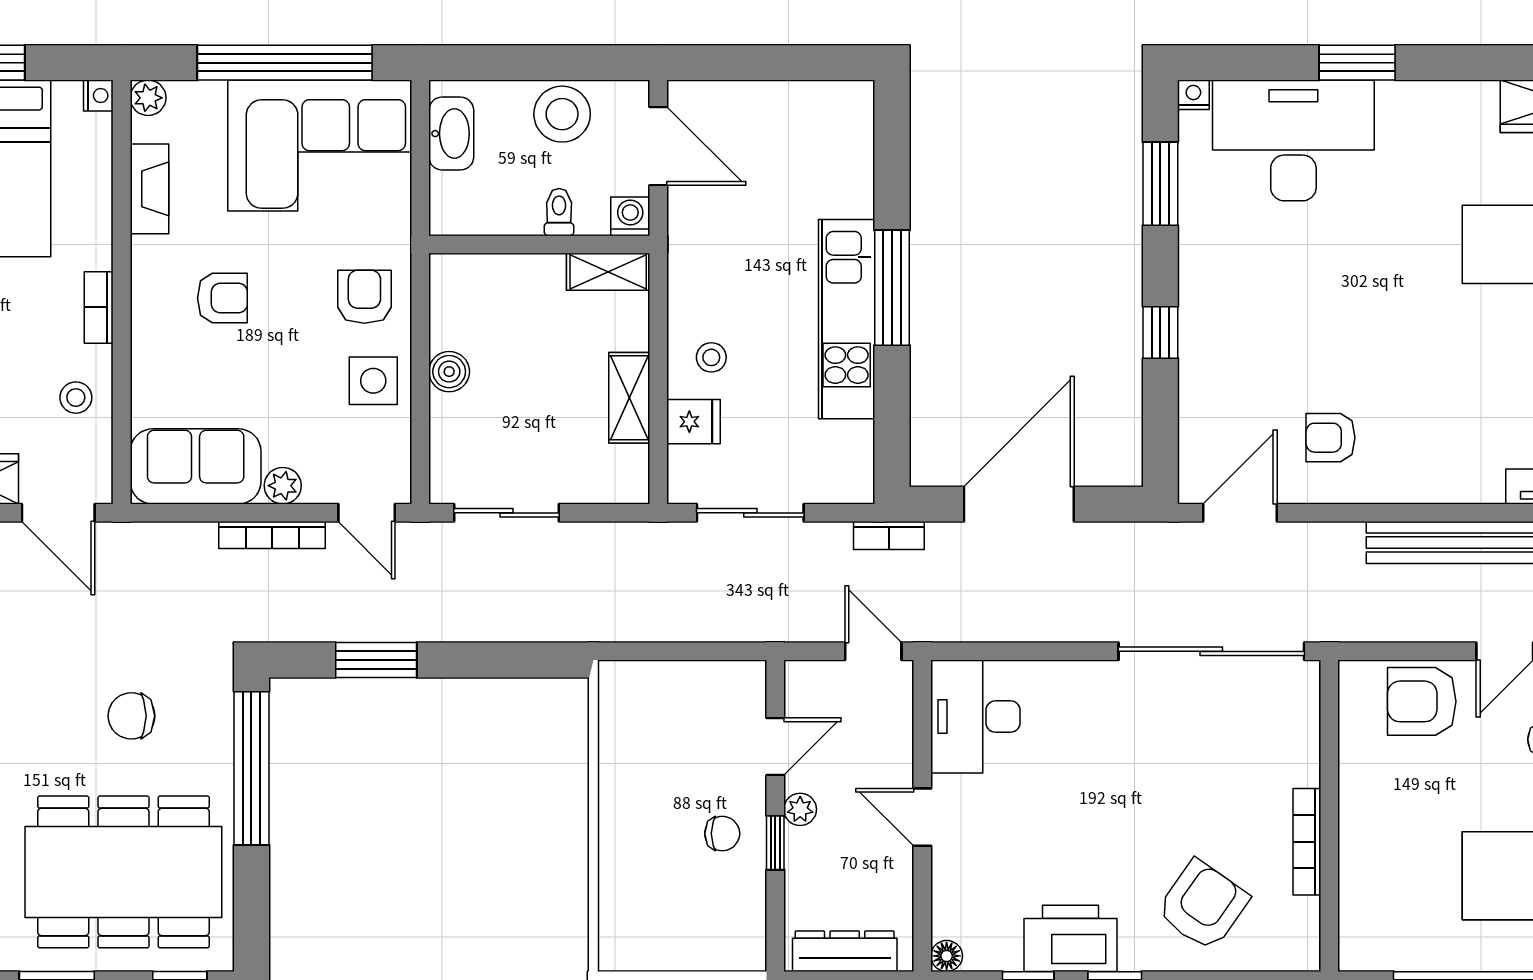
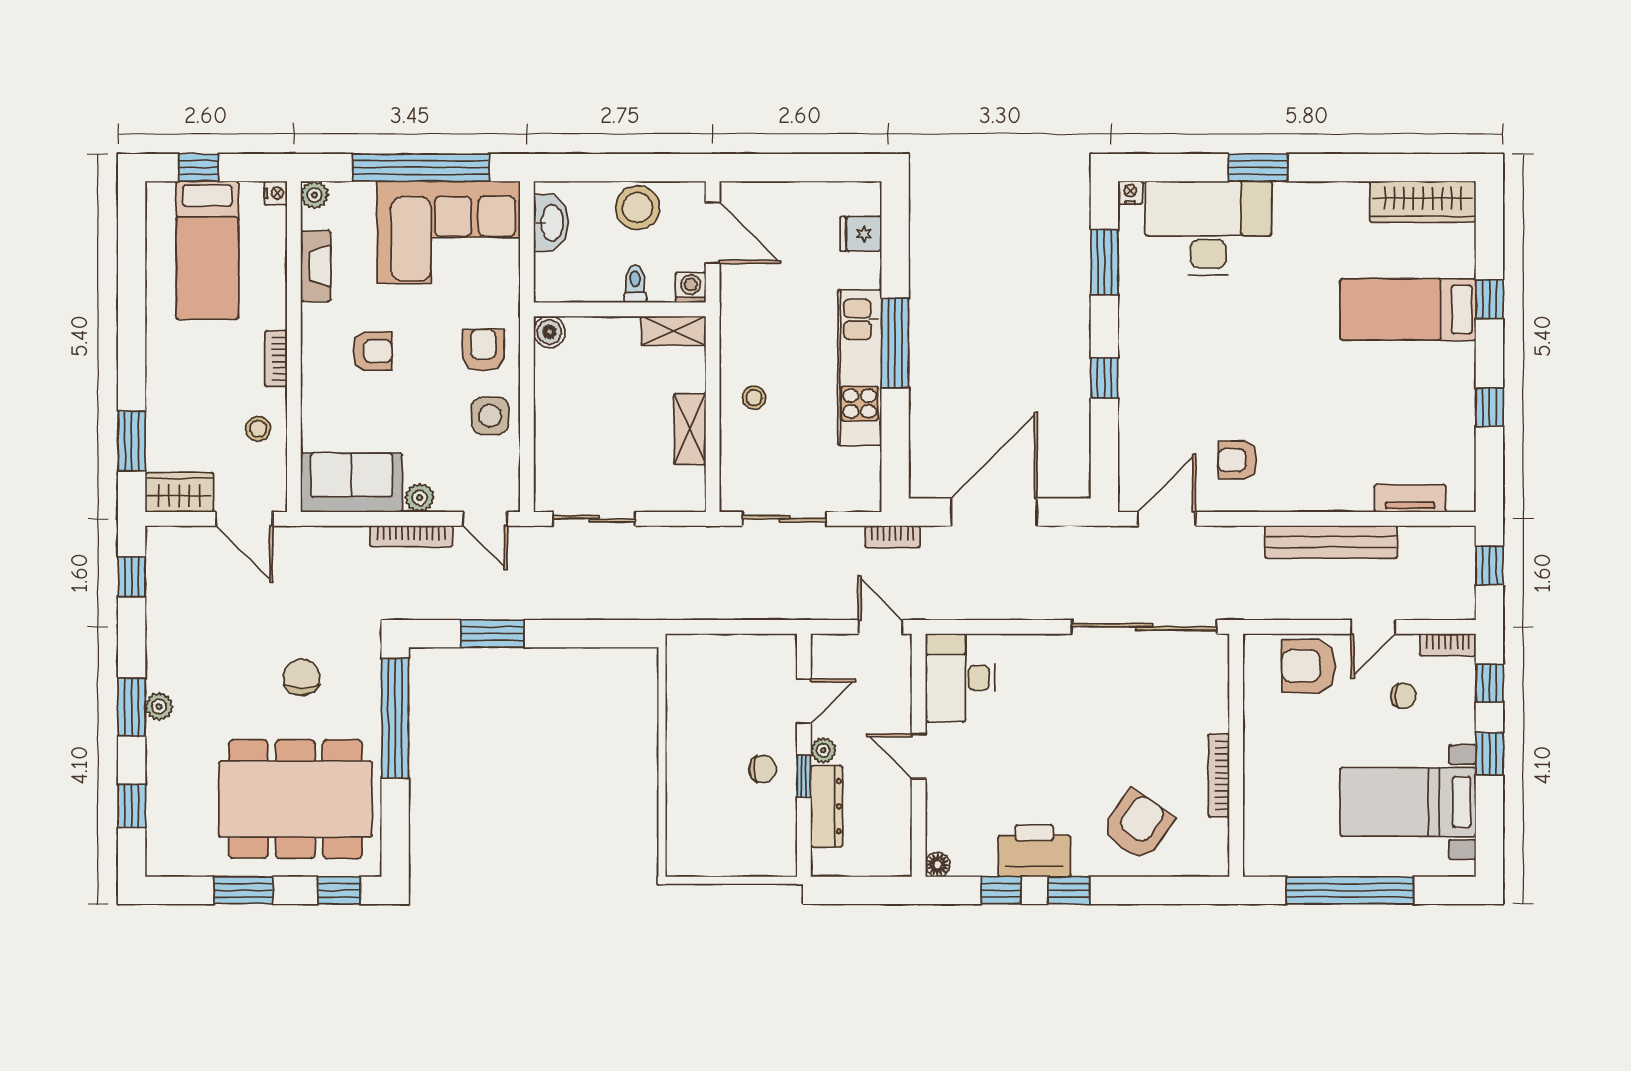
boiler: (449, 372) -> (549, 332), moved
fridge: (694, 422) -> (861, 234), moved, turned 180
chair: (131, 716) -> (302, 677), turned 90
dresser: (845, 951) -> (827, 806), moved, turned 90

